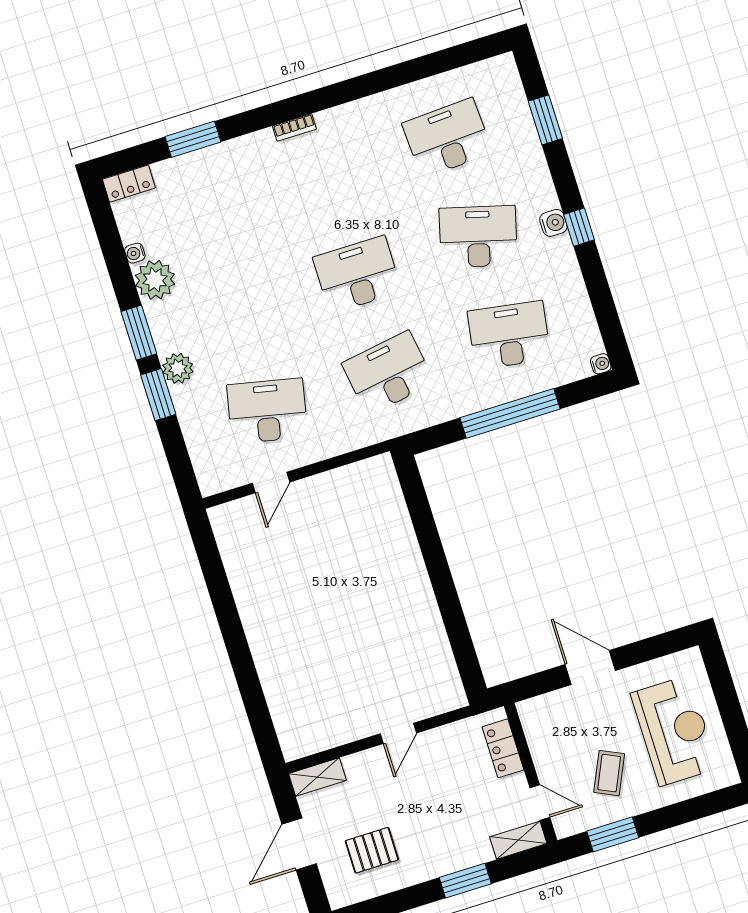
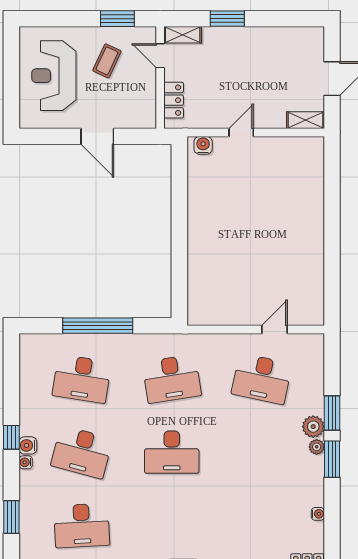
plant: (155, 280) -> (317, 447), moved, width x0.53, depth x0.53
water cooler: (601, 364) -> (26, 462), moved
water cooler: (444, 700) -> (203, 145), added
pallet: (372, 850) -> (284, 59), removed

